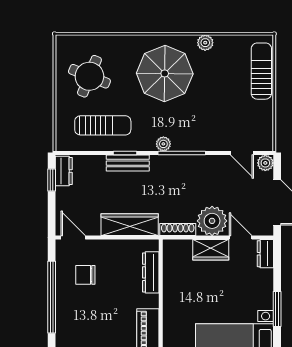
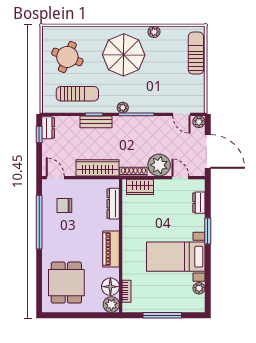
wardrobe: (211, 250) -> (140, 187), moved
dresser: (265, 254) -> (199, 203), moved

